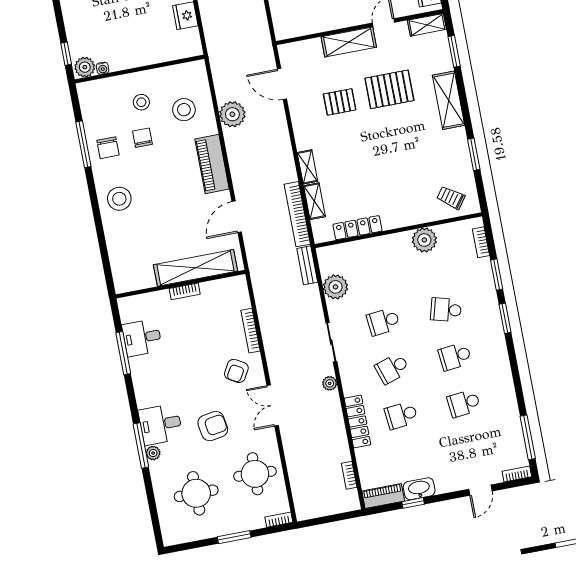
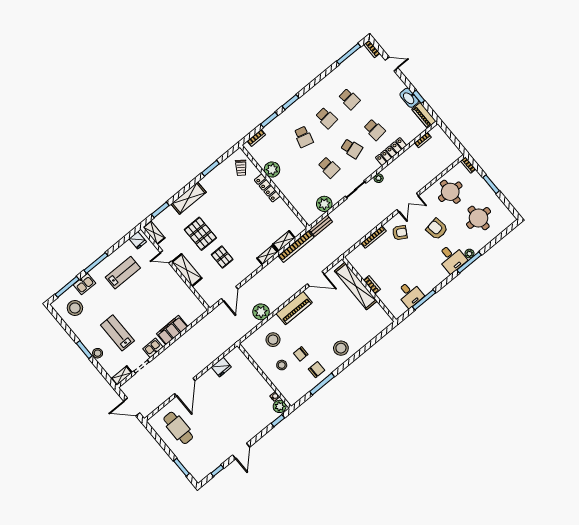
locker: (357, 228) -> (267, 188), moved

